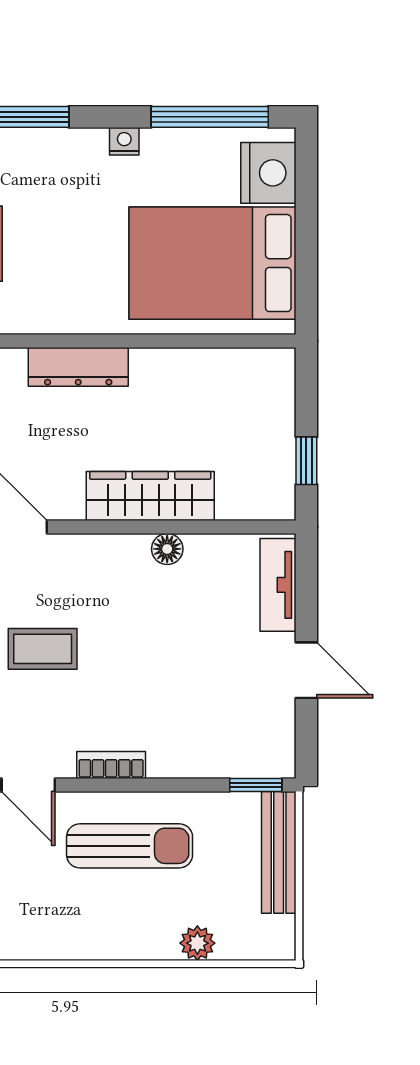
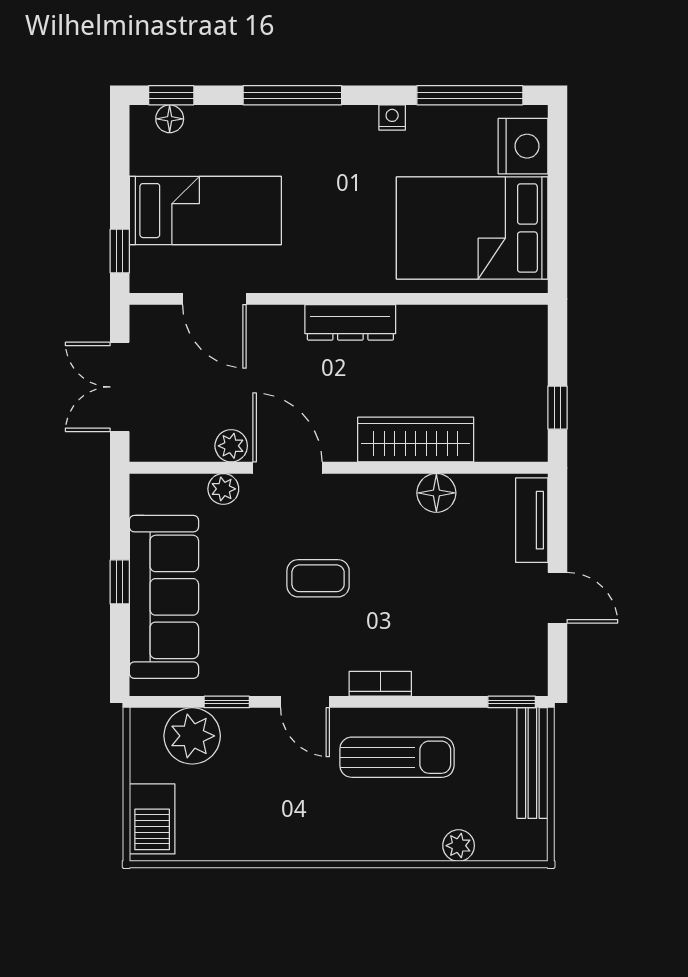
floor lamp: (167, 549) -> (436, 493), width x1.37, depth x1.37

